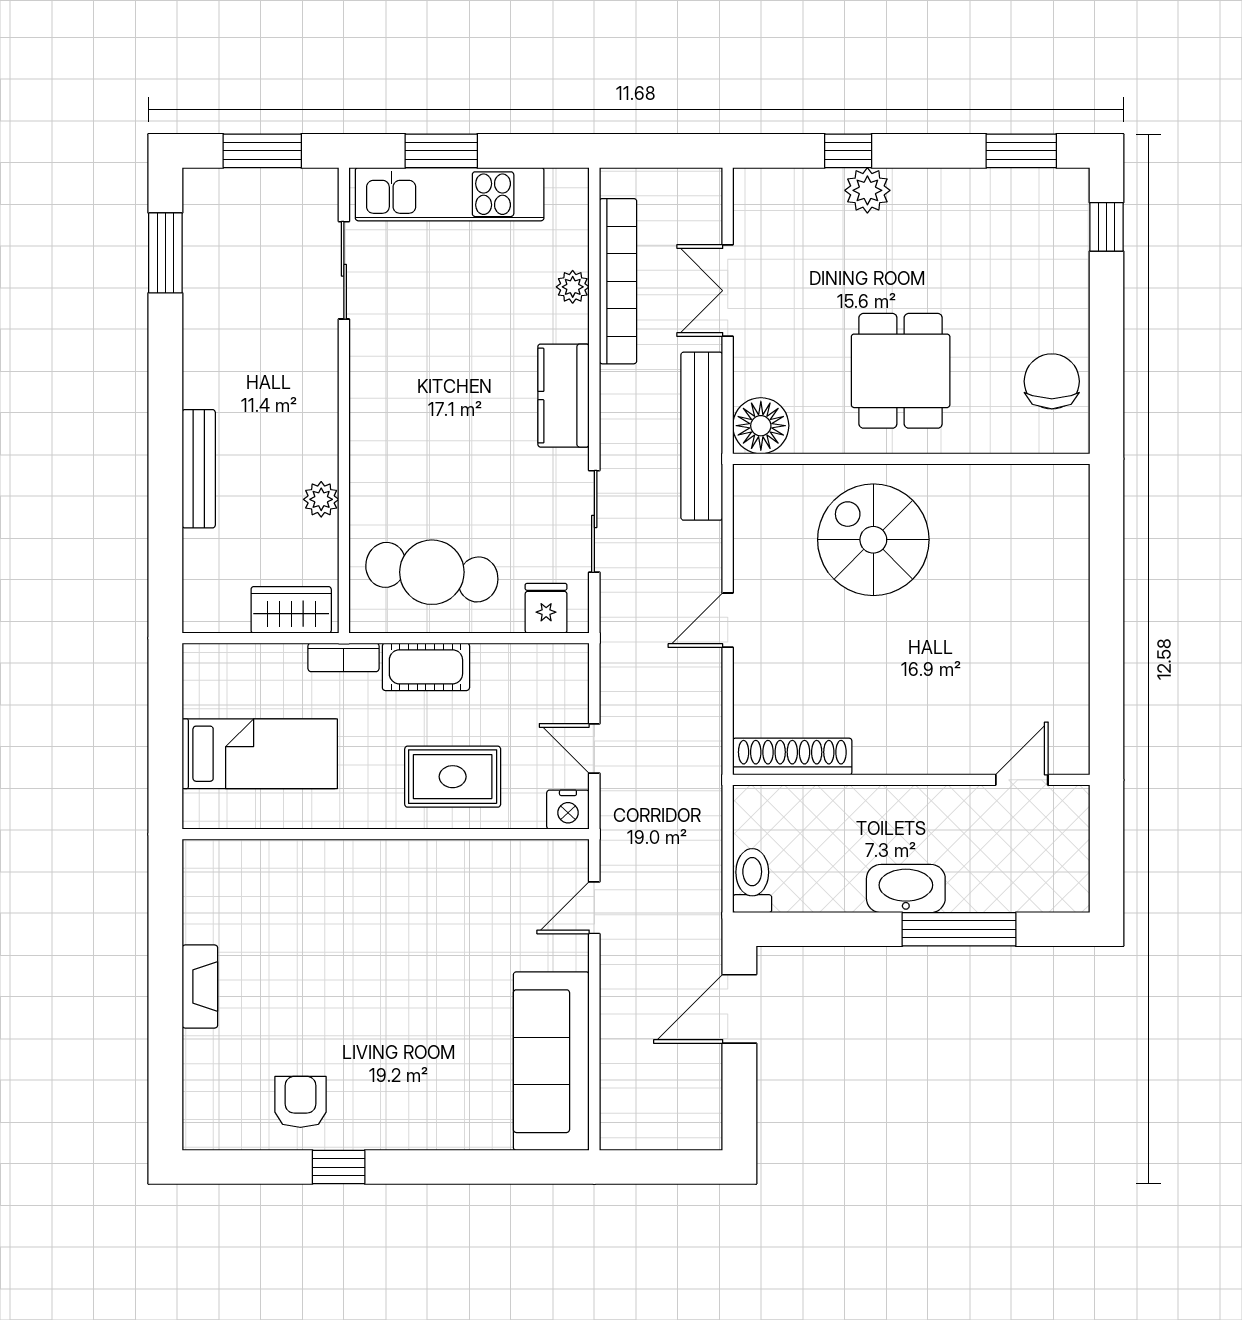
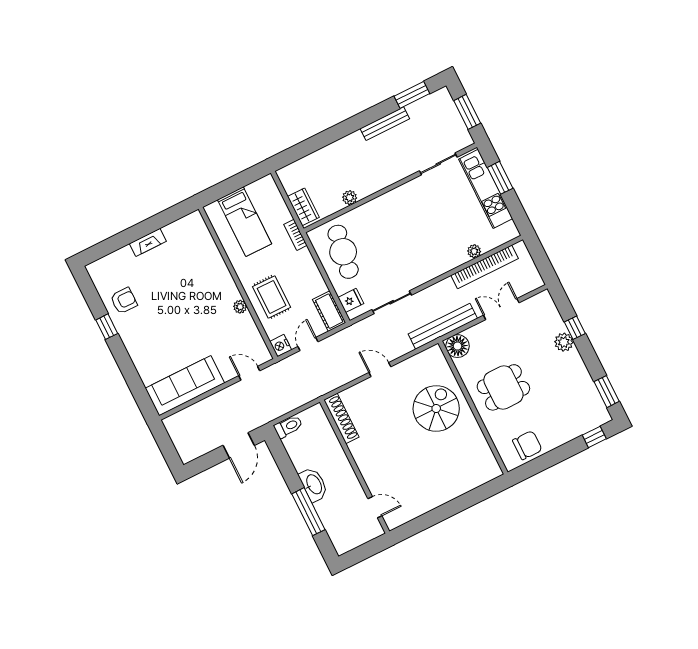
kitchen counter: (564, 396) -> (432, 268), removed
bench: (199, 469) -> (385, 124), moved
cot: (426, 667) -> (329, 311), moved
plant: (440, 856) -> (240, 307), added
door: (739, 1009) -> (239, 445), swing flipped

